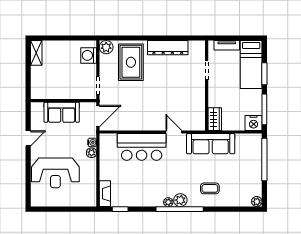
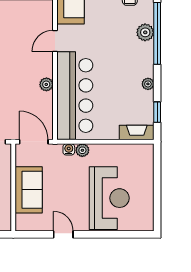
plant: (141, 125) -> (46, 84), added
bar counter: (142, 147) -> (75, 95), width x1.36
plant: (168, 202) -> (148, 84), moved

